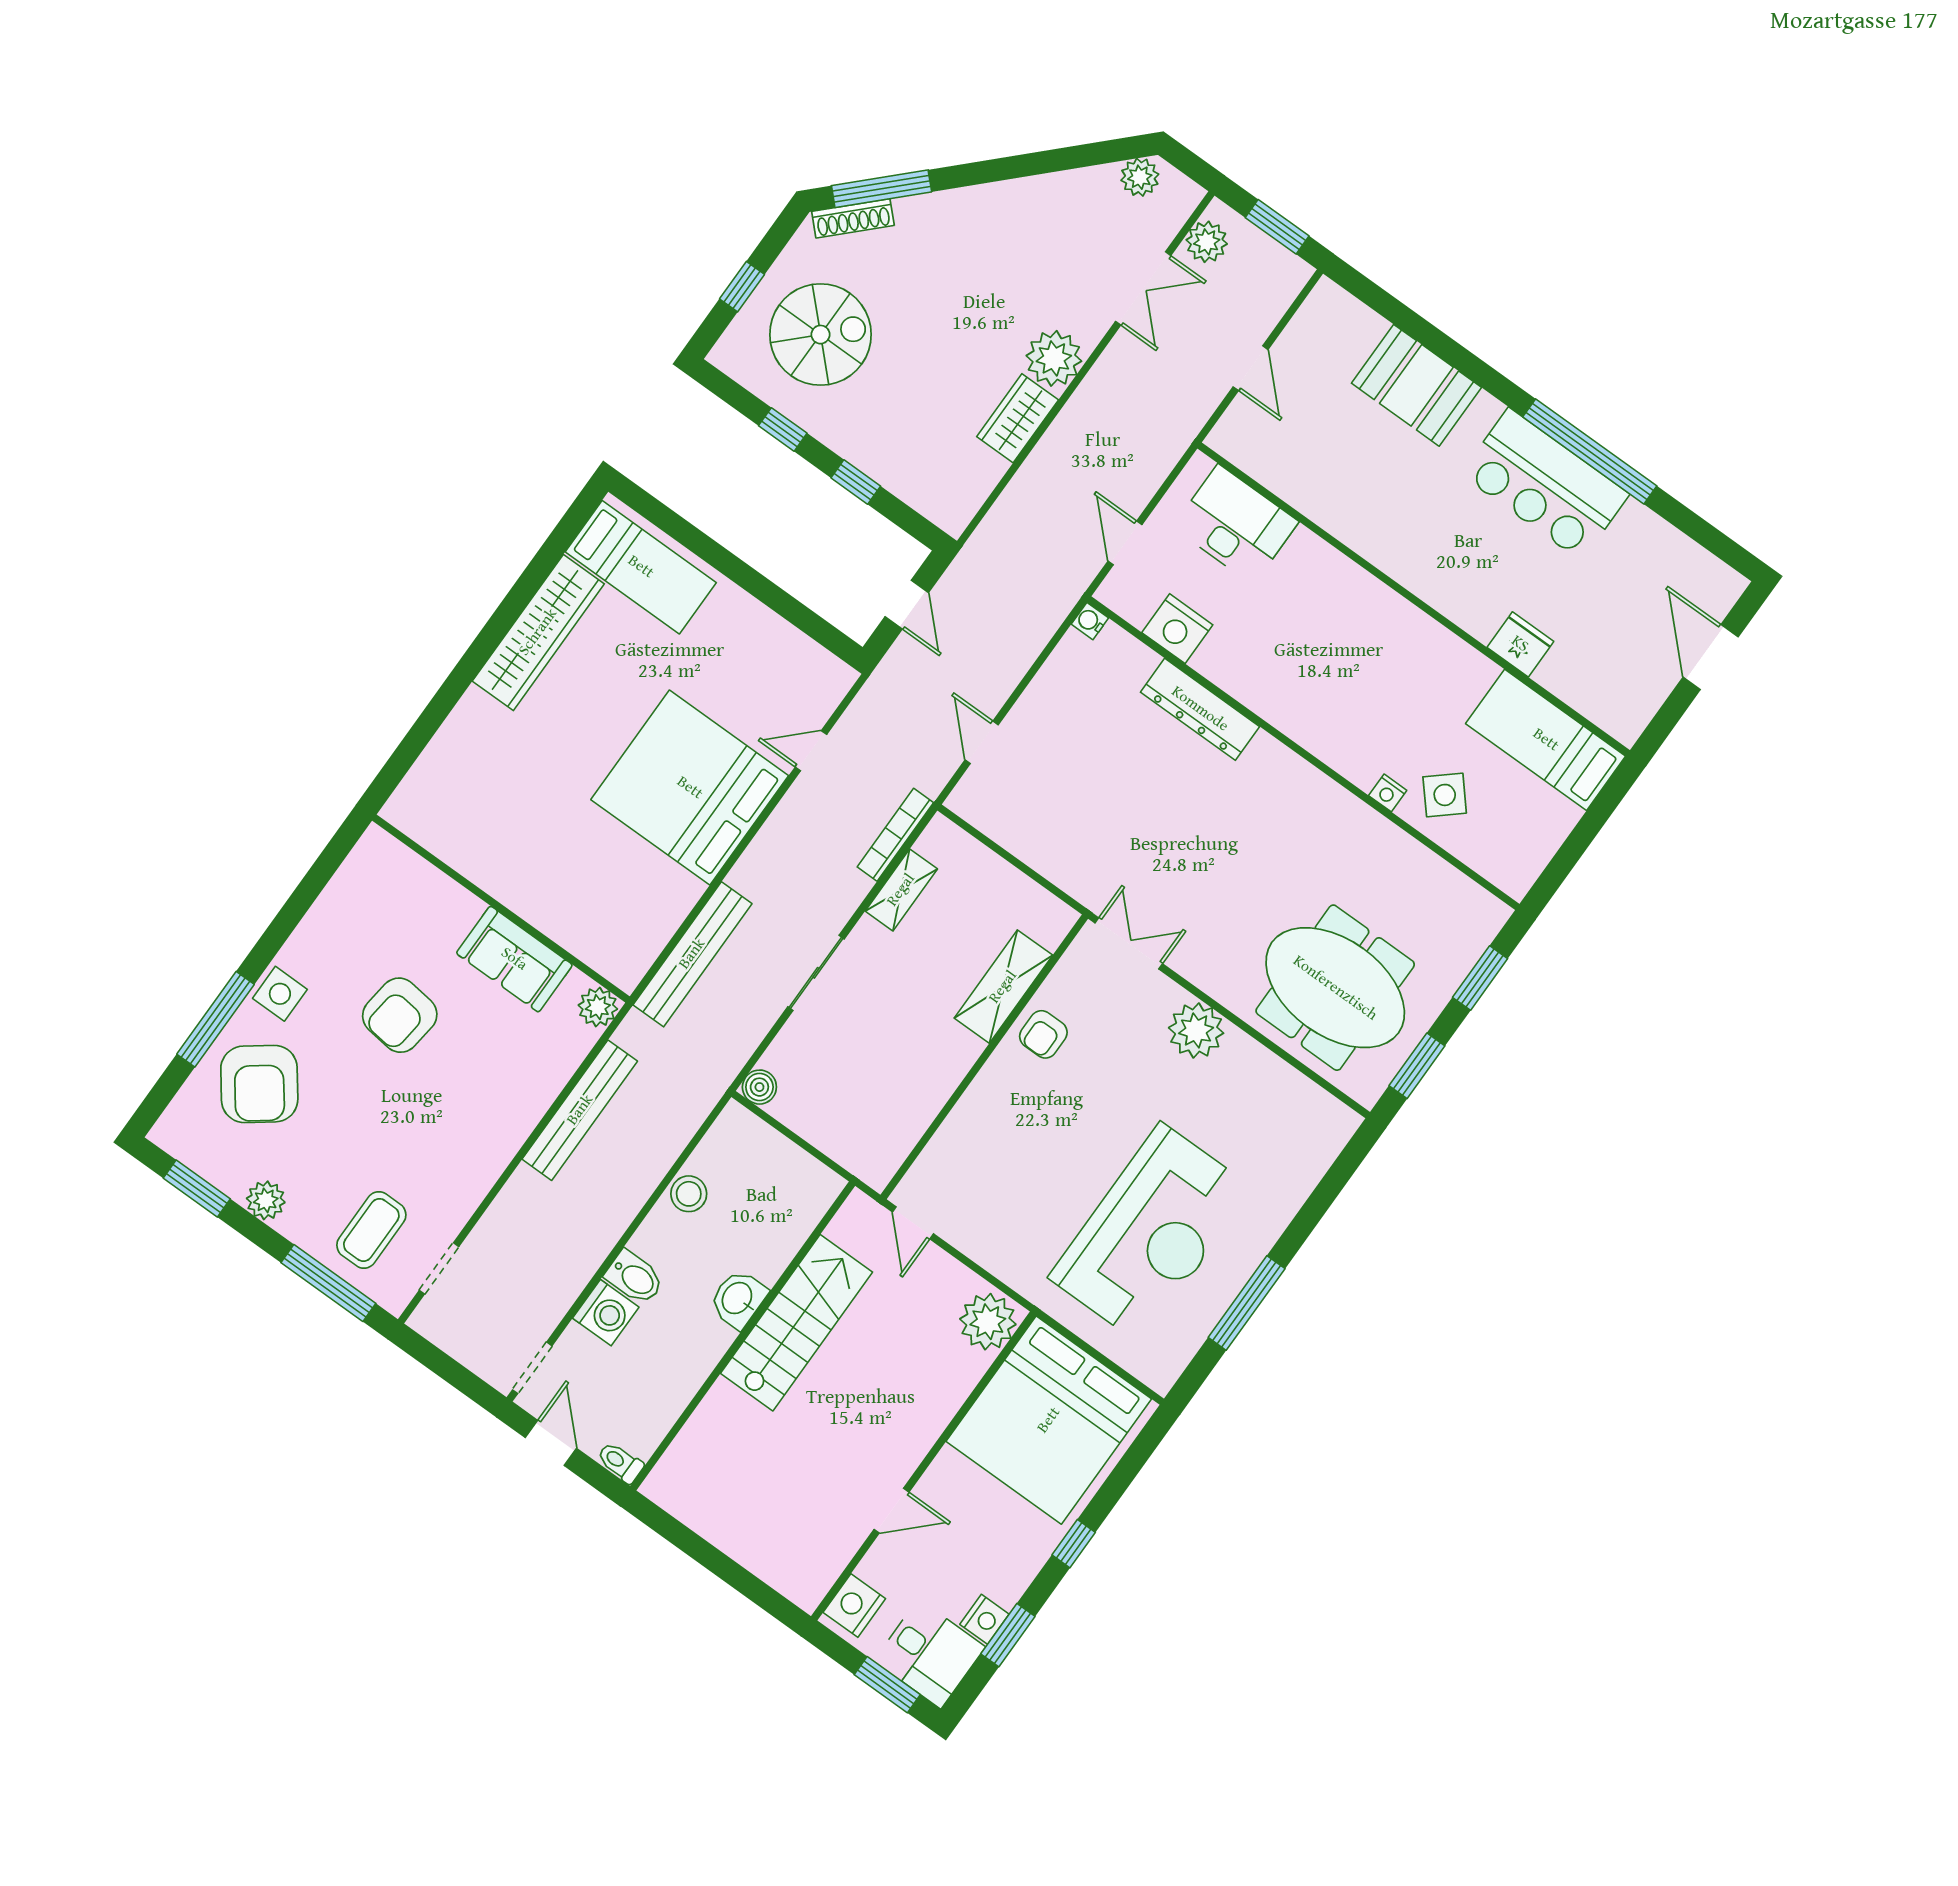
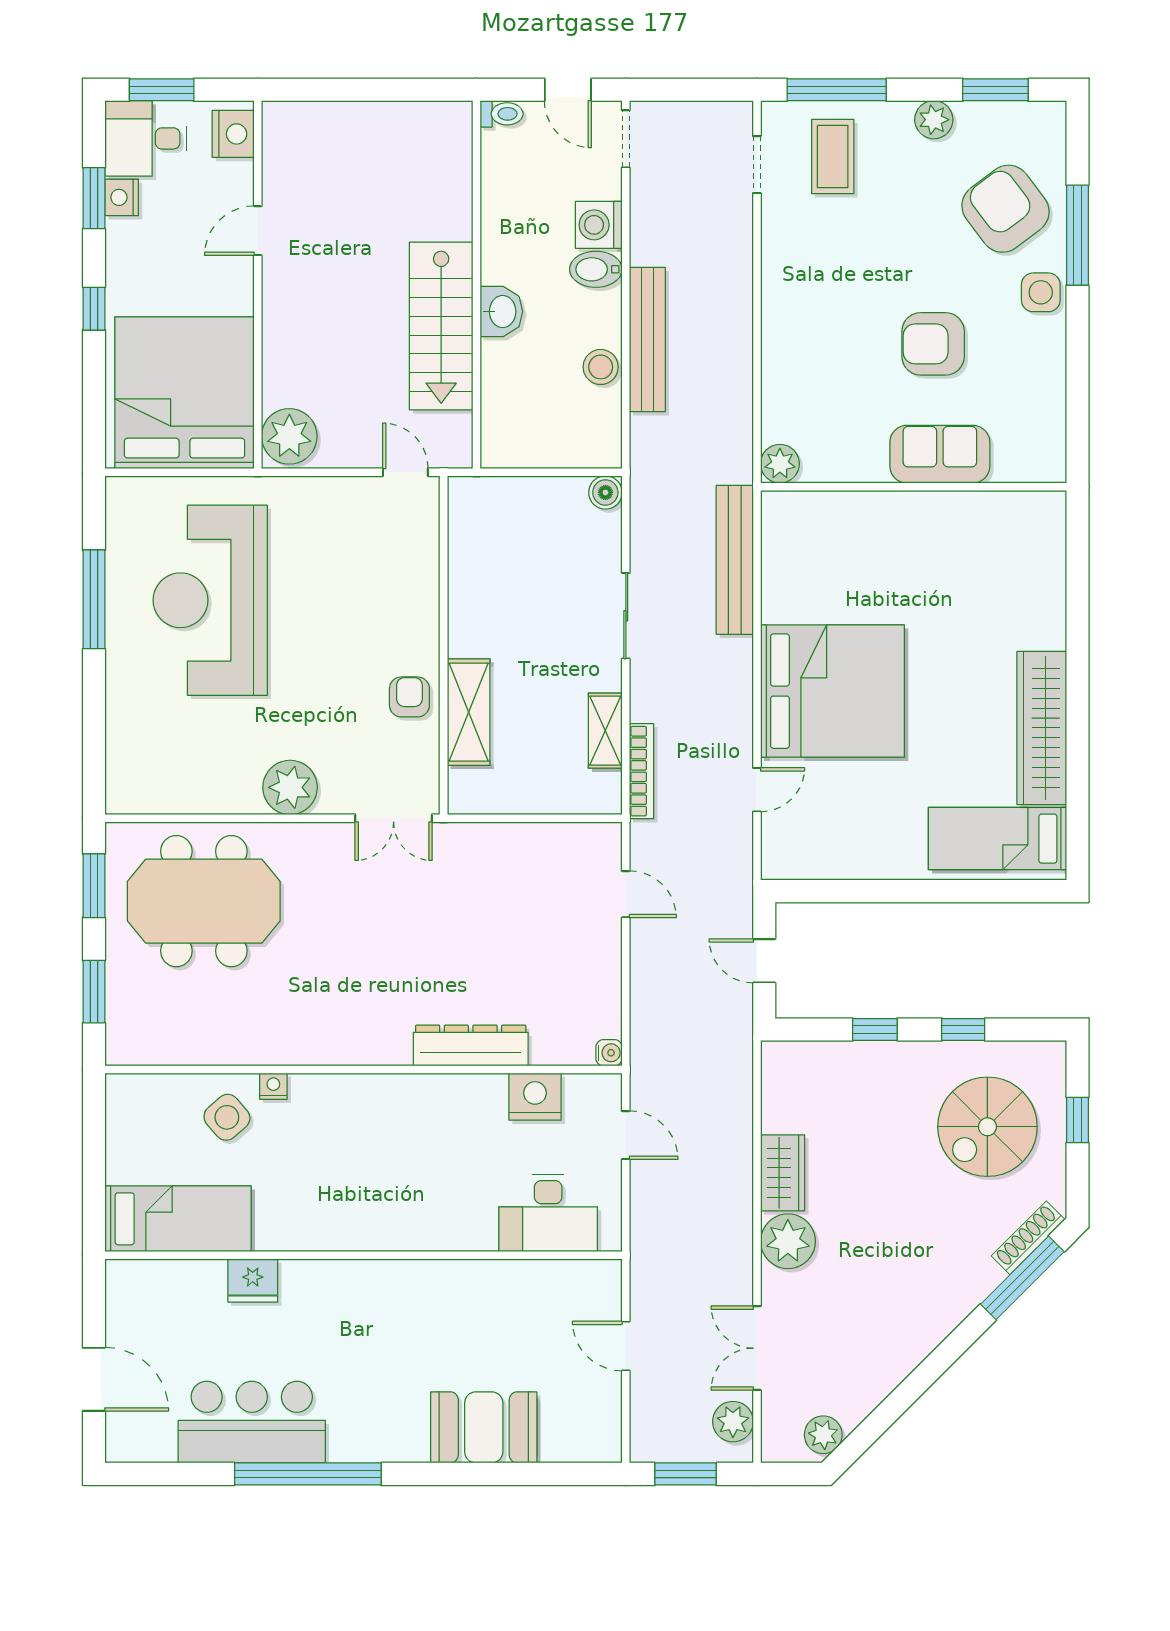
bar counter: (1545, 484) -> (252, 1422), moved
sofa: (514, 959) -> (940, 454), moved
armchair: (400, 1015) -> (933, 344), turned -97
bench: (580, 1110) -> (647, 340), moved

